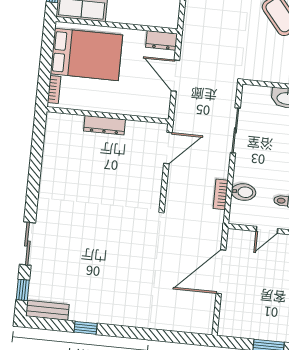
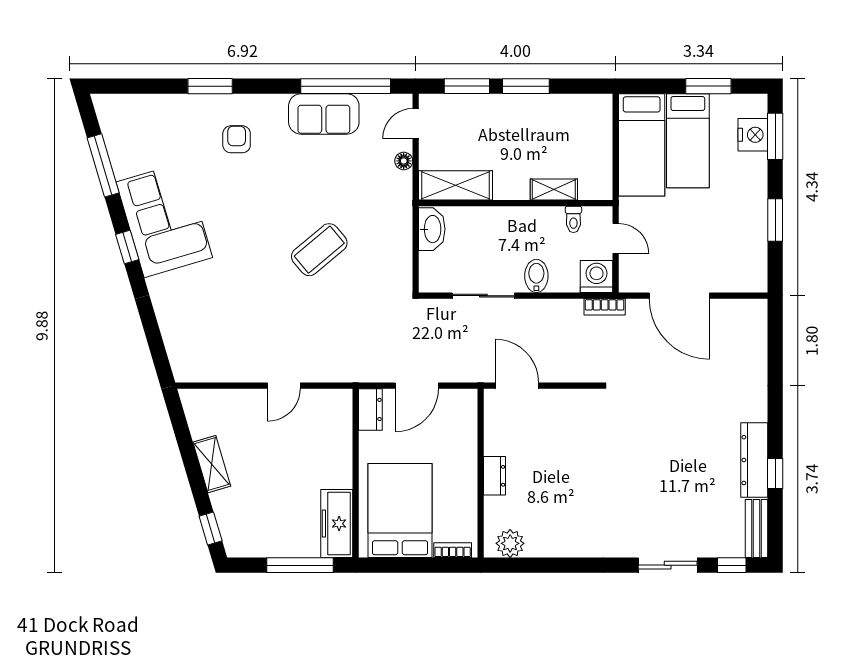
dresser: (105, 125) -> (495, 476), width x0.70
plant: (55, 131) -> (510, 543), added
bidet: (243, 192) -> (536, 276), moved
bookcase: (221, 194) -> (605, 307), moved
washing machine: (241, 213) -> (597, 277), added
dresser: (97, 314) -> (754, 460), added

